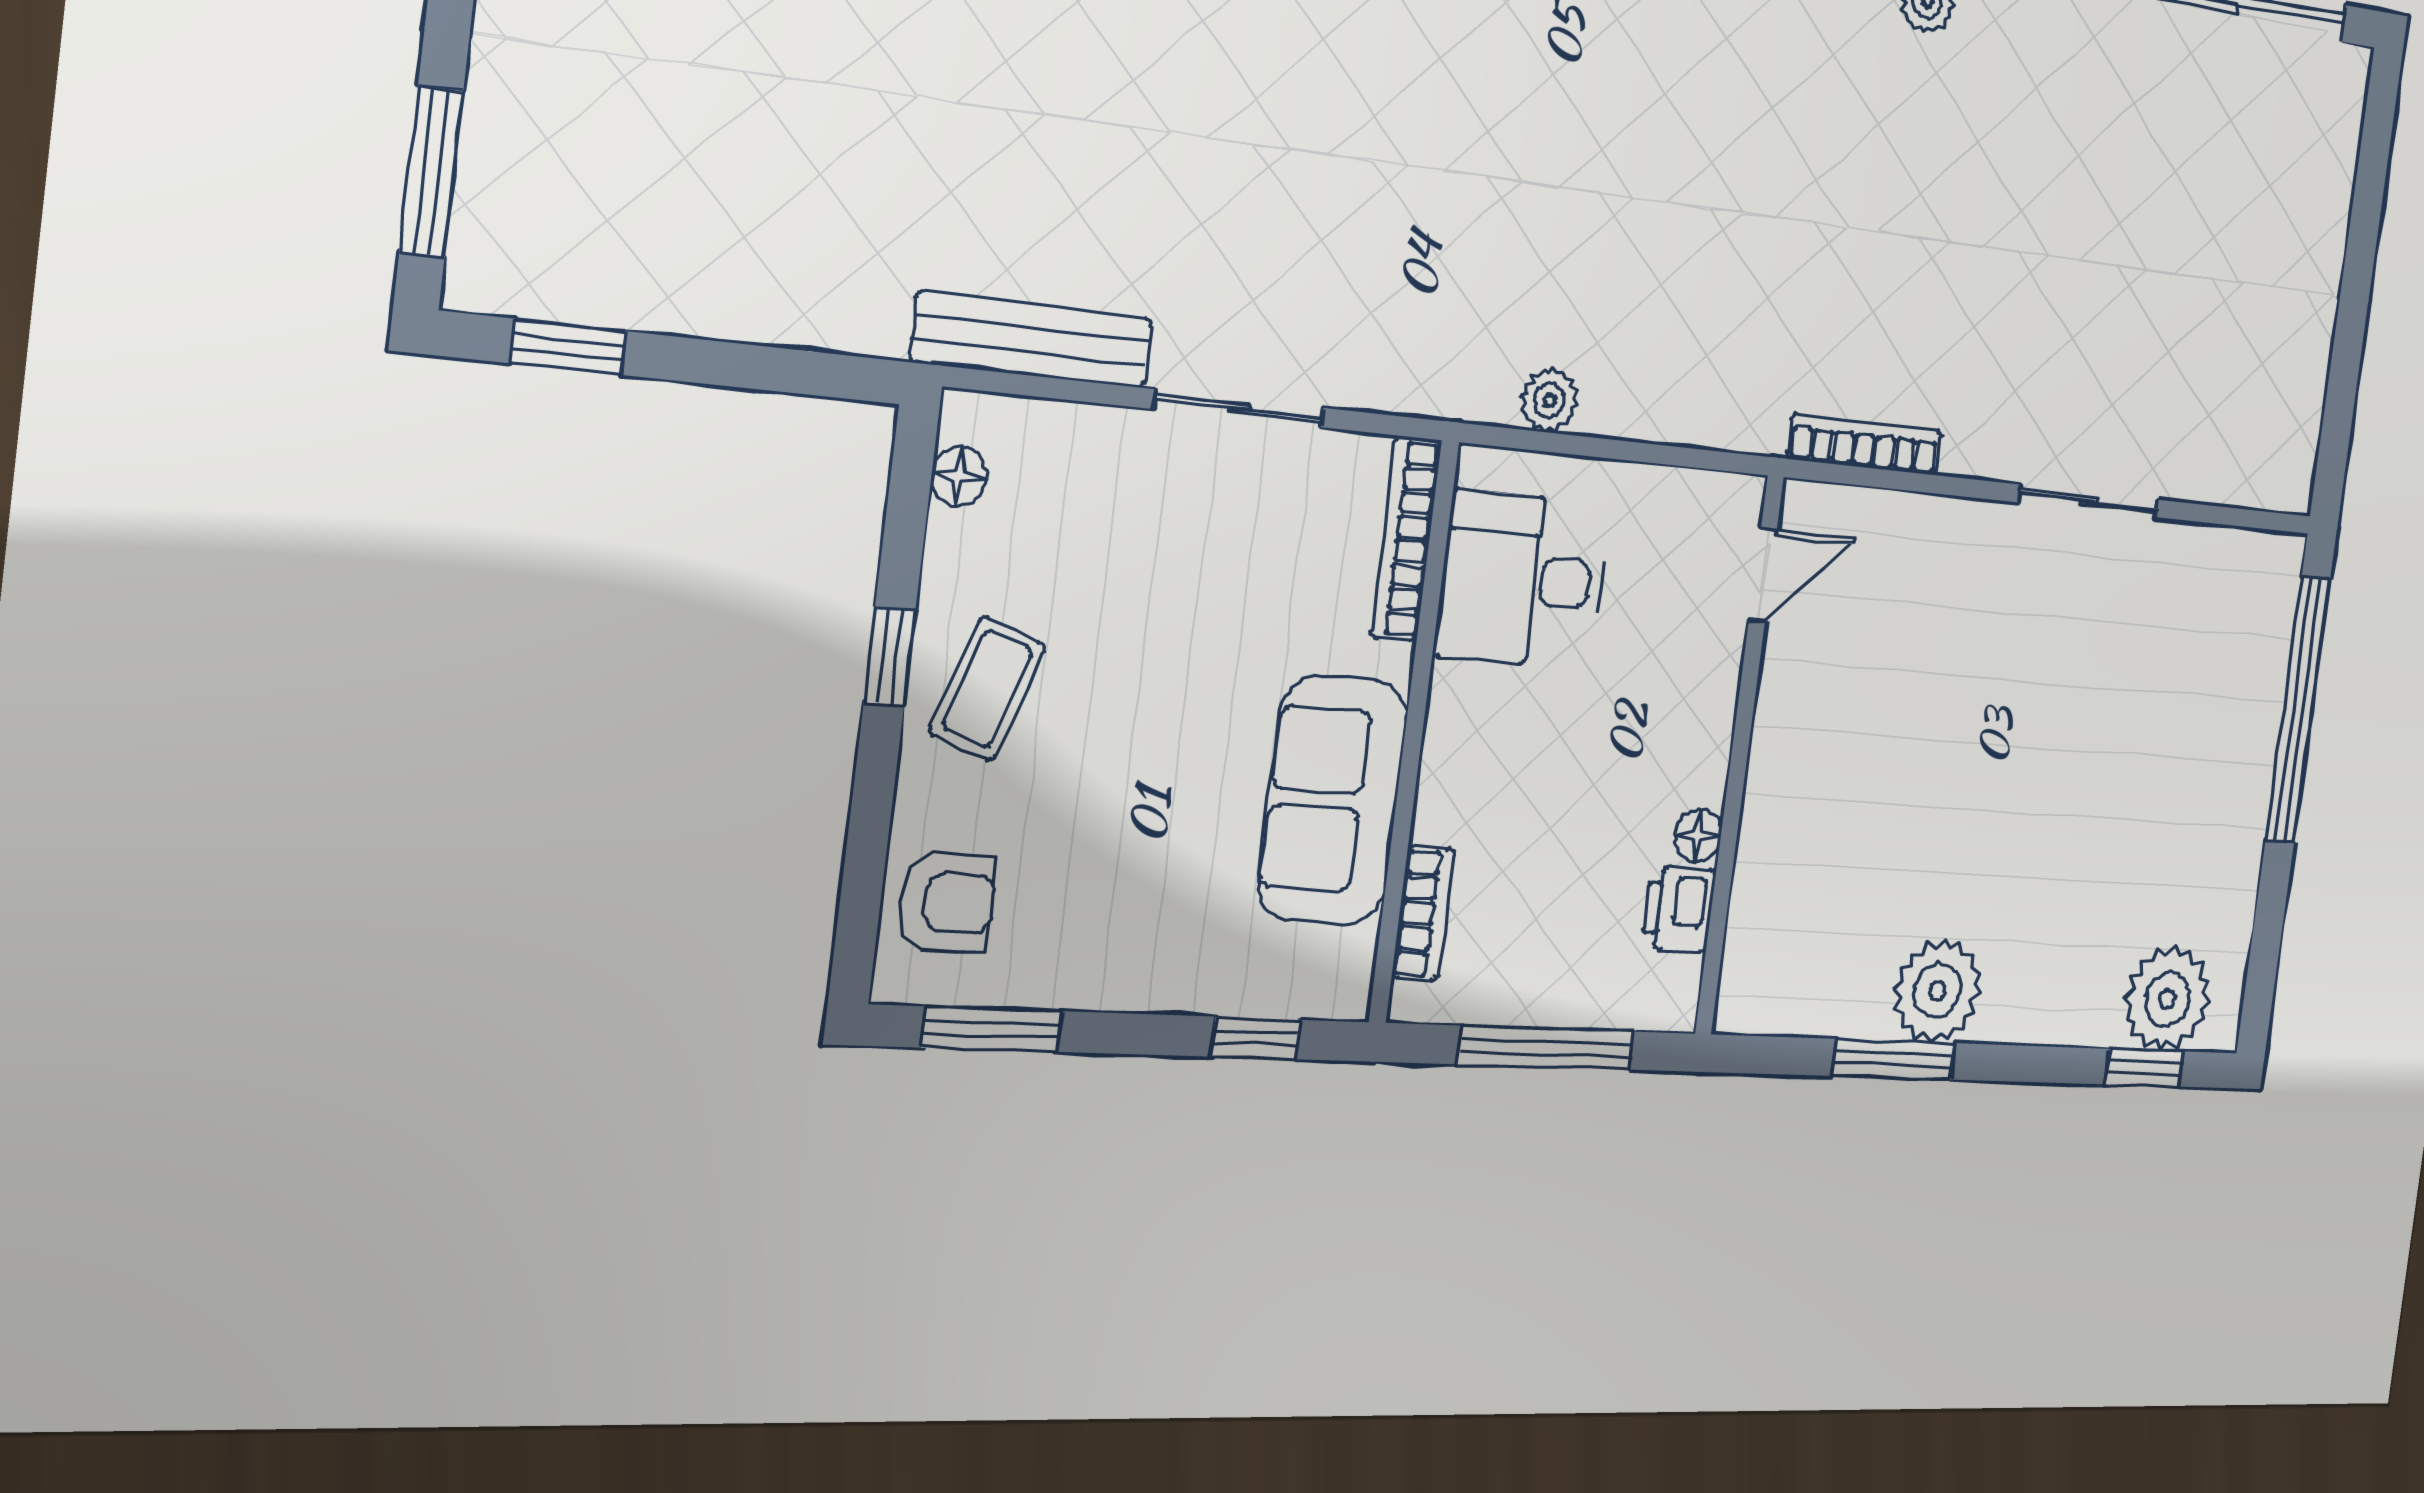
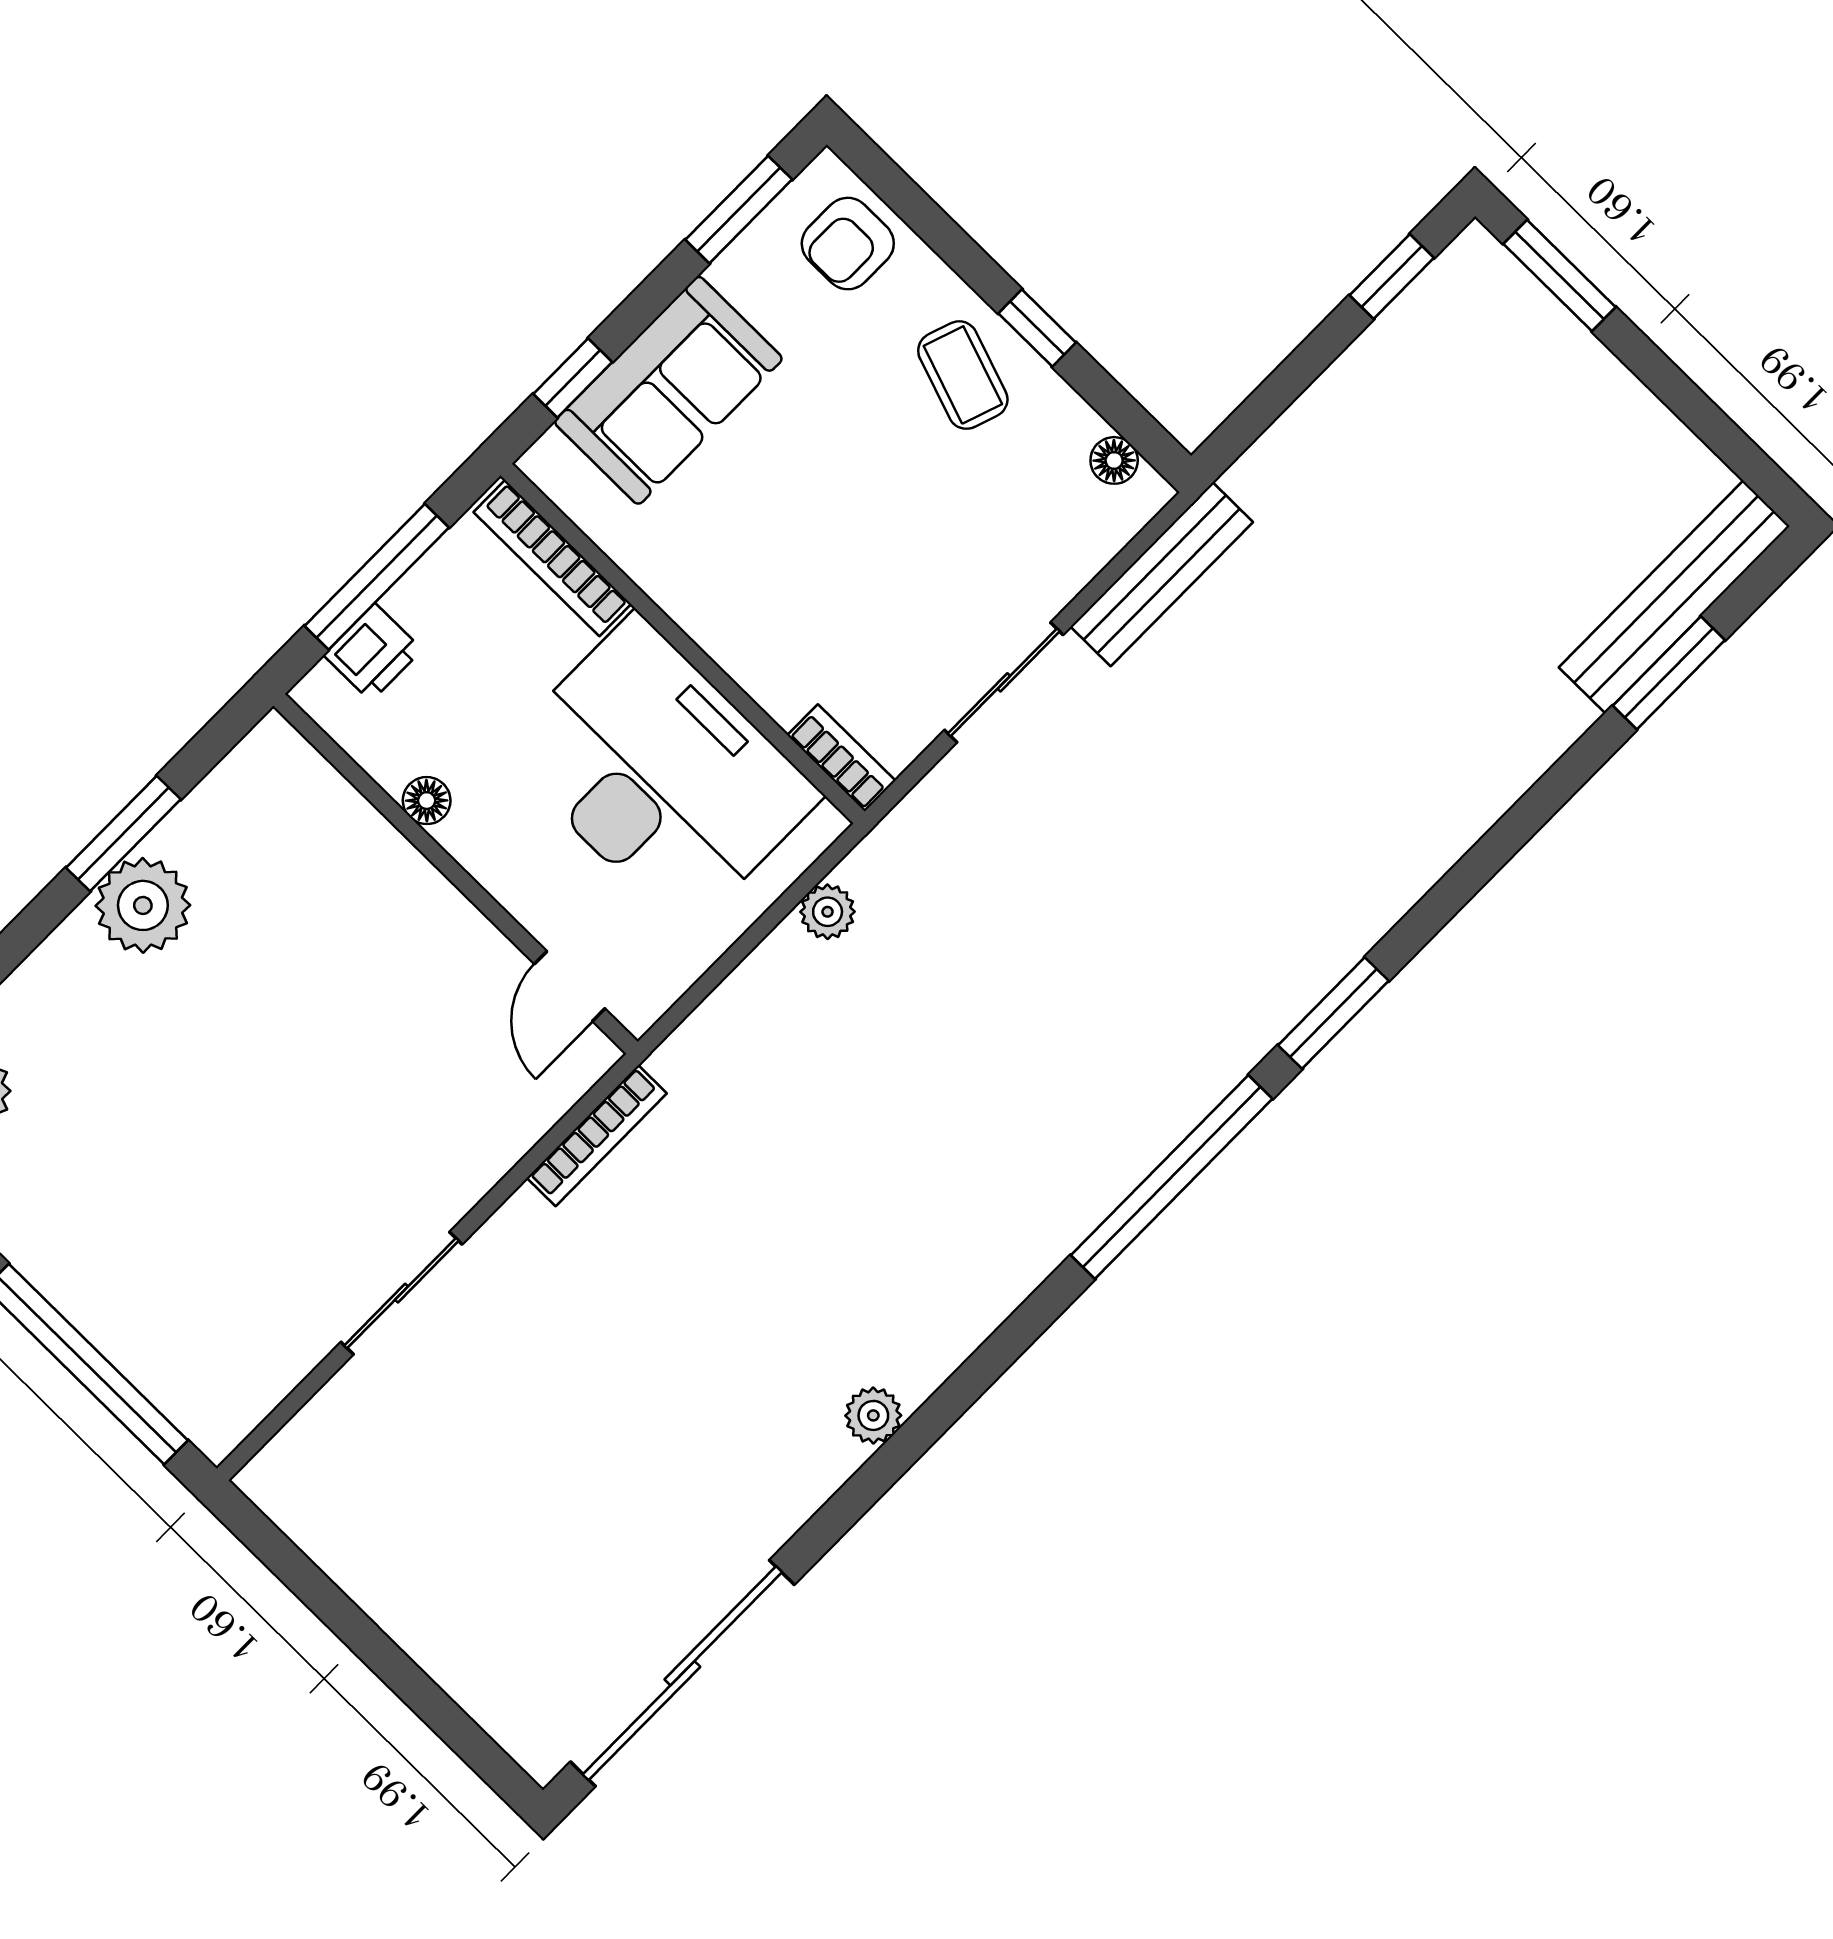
bookcase: (1406, 539) -> (841, 758), width x0.64
desk: (1523, 579) -> (660, 773), width x1.87, depth x1.30
sofa: (1333, 800) -> (668, 390), moved, turned 90
printer: (1679, 909) -> (373, 652), moved, turned 90
bookcase: (1423, 913) -> (552, 558), width x1.56

